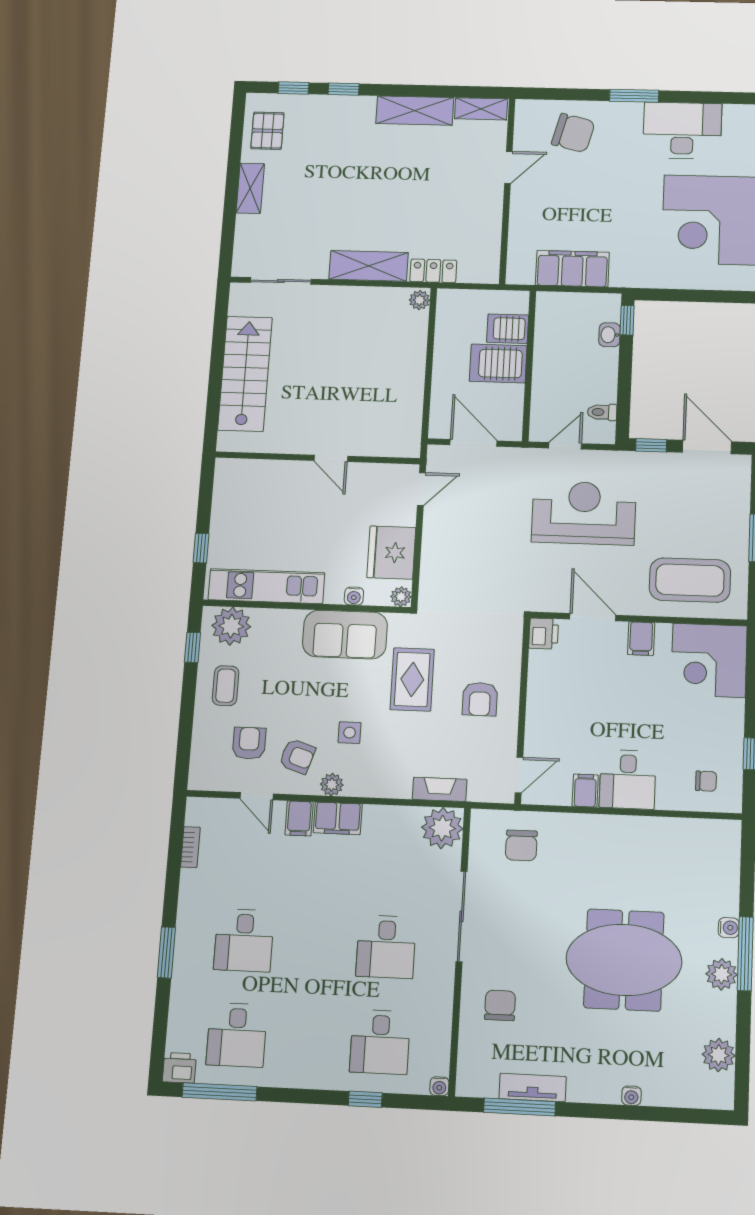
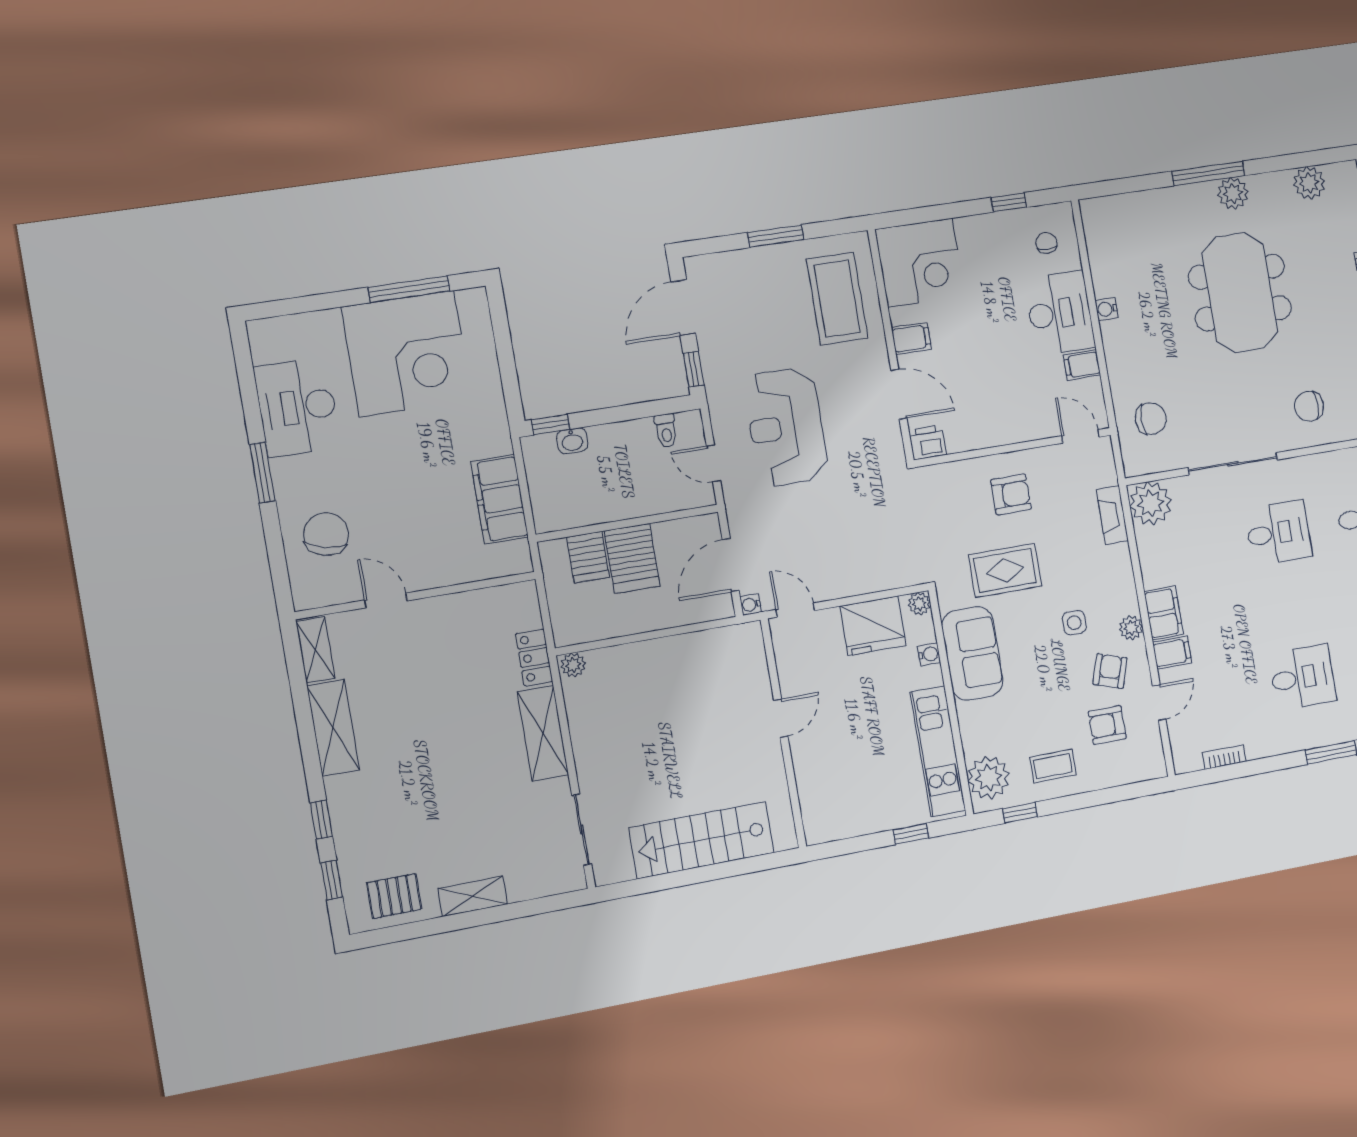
water cooler: (435, 453) -> (751, 605), added
door: (593, 617) -> (899, 394), swing flipped
desk: (628, 779) -> (1060, 313), width x1.37
water cooler: (729, 928) -> (1107, 309), moved, turned -90

